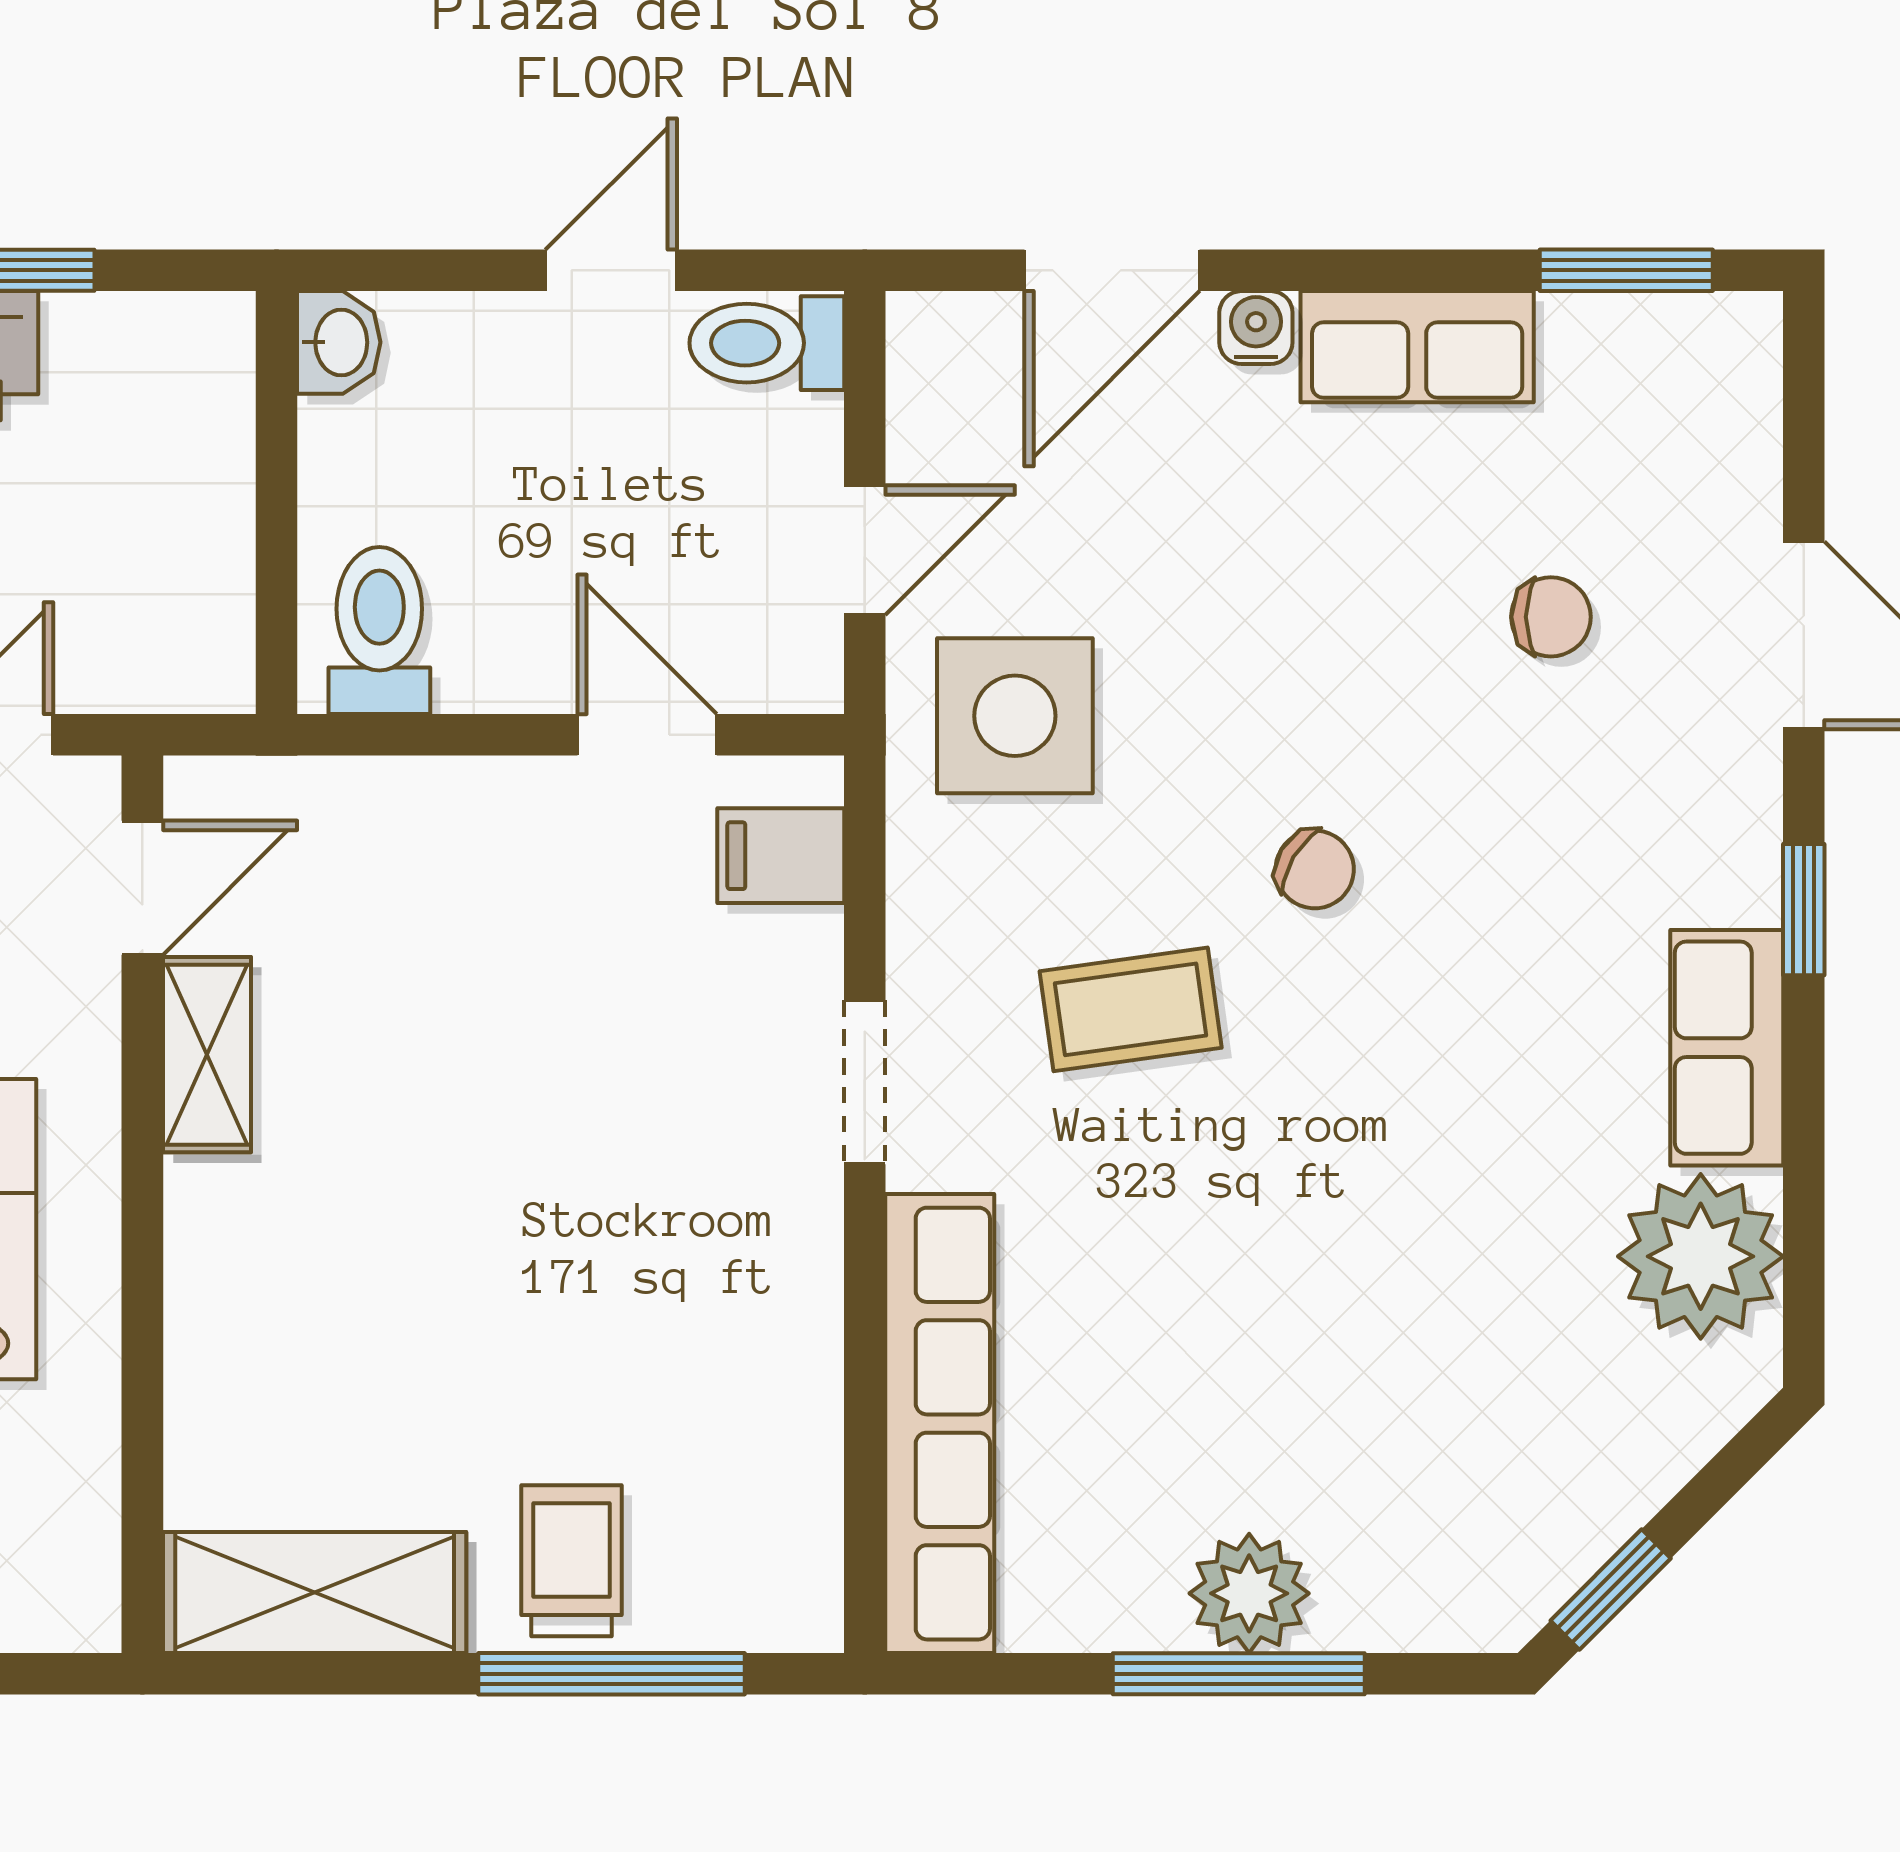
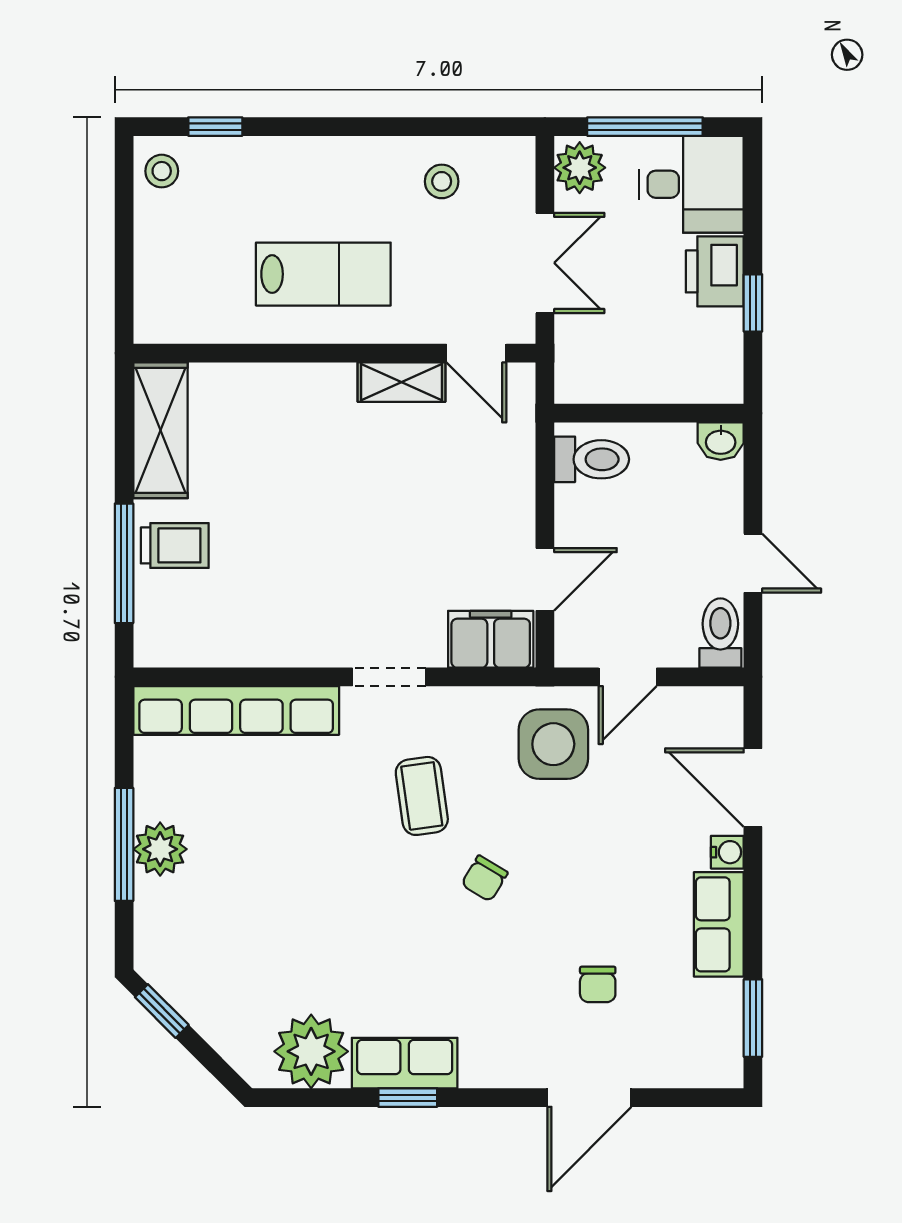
door: (865, 550) -> (628, 677), hinge flipped
filing cabinet: (781, 856) -> (491, 639), width x2.00
window: (1804, 910) -> (408, 1098), moved

